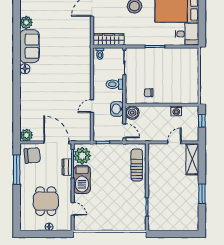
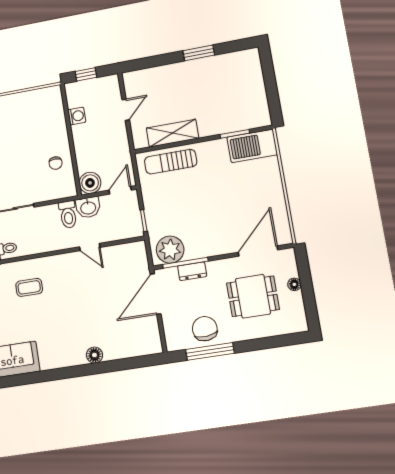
coffee table: (73, 64) -> (29, 287), added
floor lamp: (25, 69) -> (94, 355), moved
toilet: (115, 84) -> (68, 214), moved
plant: (26, 135) -> (152, 344), removed
door: (174, 142) -> (126, 110), swing flipped
chair: (32, 155) -> (205, 329), moved
shelving: (192, 159) -> (172, 133), moved
barbecue: (82, 179) -> (252, 146), moved, turned 180
door: (73, 209) -> (258, 251), width x1.87

